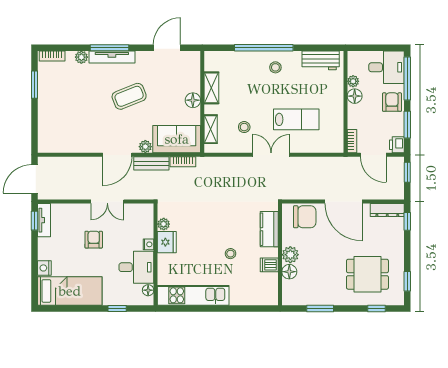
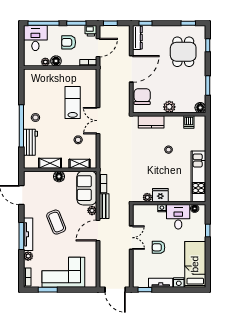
workbench: (321, 60) -> (31, 142), moved
armchair: (392, 102) -> (69, 42), moved
corner sofa: (59, 106) -> (63, 272), added
door: (117, 155) -> (98, 230), swing flipped
tv unit: (44, 220) -> (161, 283), moved
dishwasher: (269, 265) -> (189, 122), moved
floor lamp: (289, 272) -> (200, 108), moved

